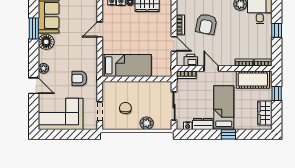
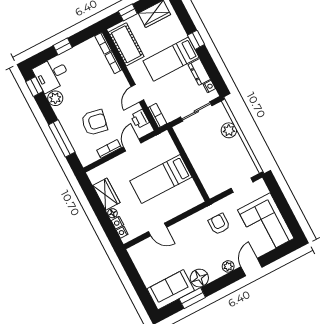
bed: (127, 65) -> (161, 179), moved, turned -90
armchair: (79, 78) -> (219, 224), turned 180
chair: (125, 108) -> (225, 160), removed

